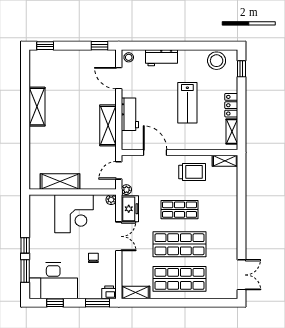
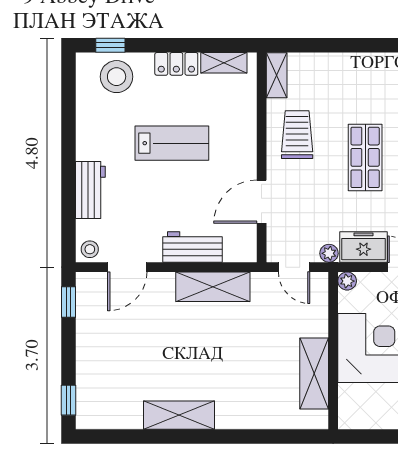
stool: (217, 61) -> (117, 77), moved

